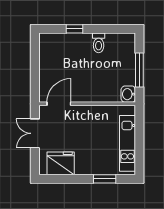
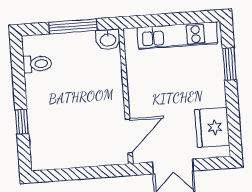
toilet: (99, 43) -> (37, 64), moved
door: (59, 104) -> (129, 136), swing flipped

